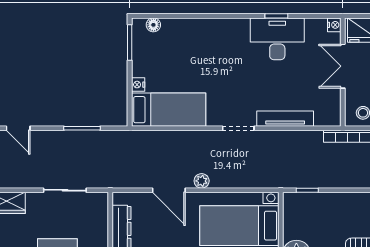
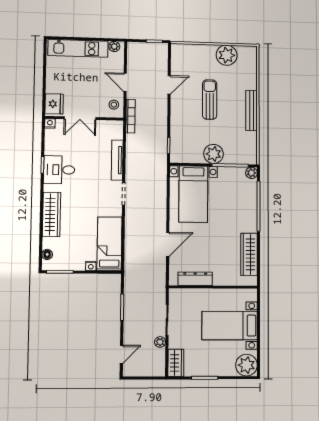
wardrobe: (208, 30) -> (51, 214), added
desk: (277, 39) -> (59, 170), width x0.73
plant: (202, 181) -> (160, 342), moved

